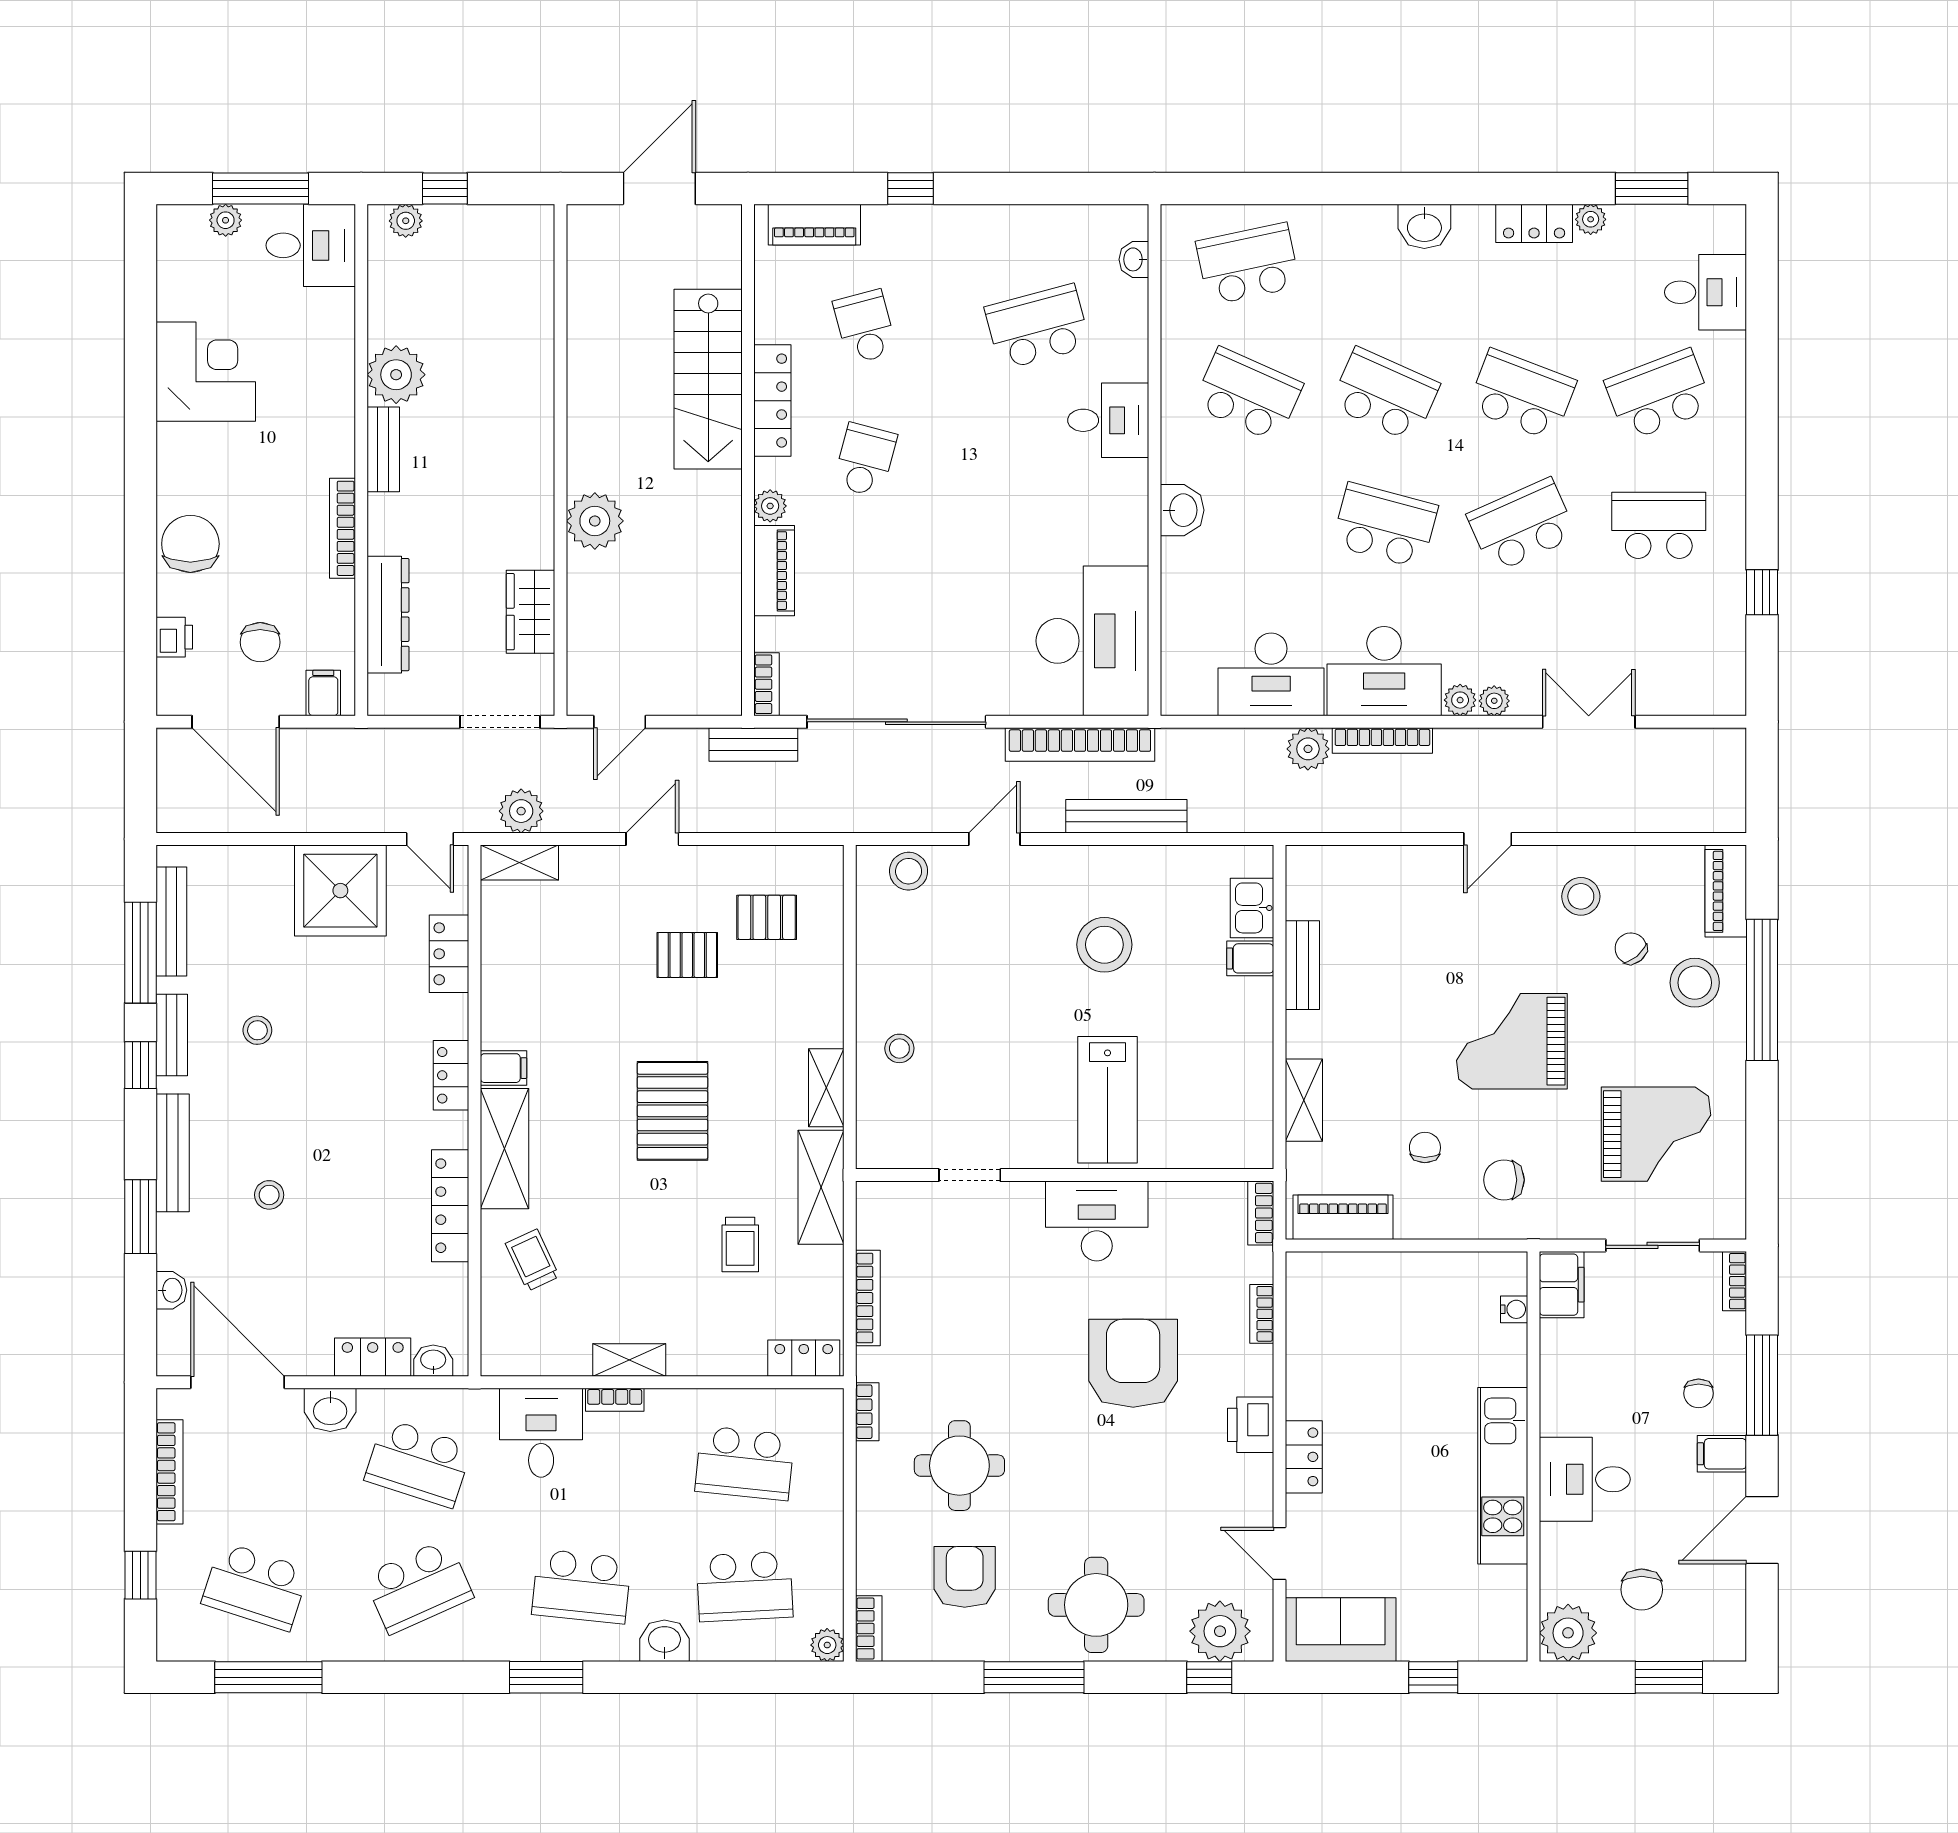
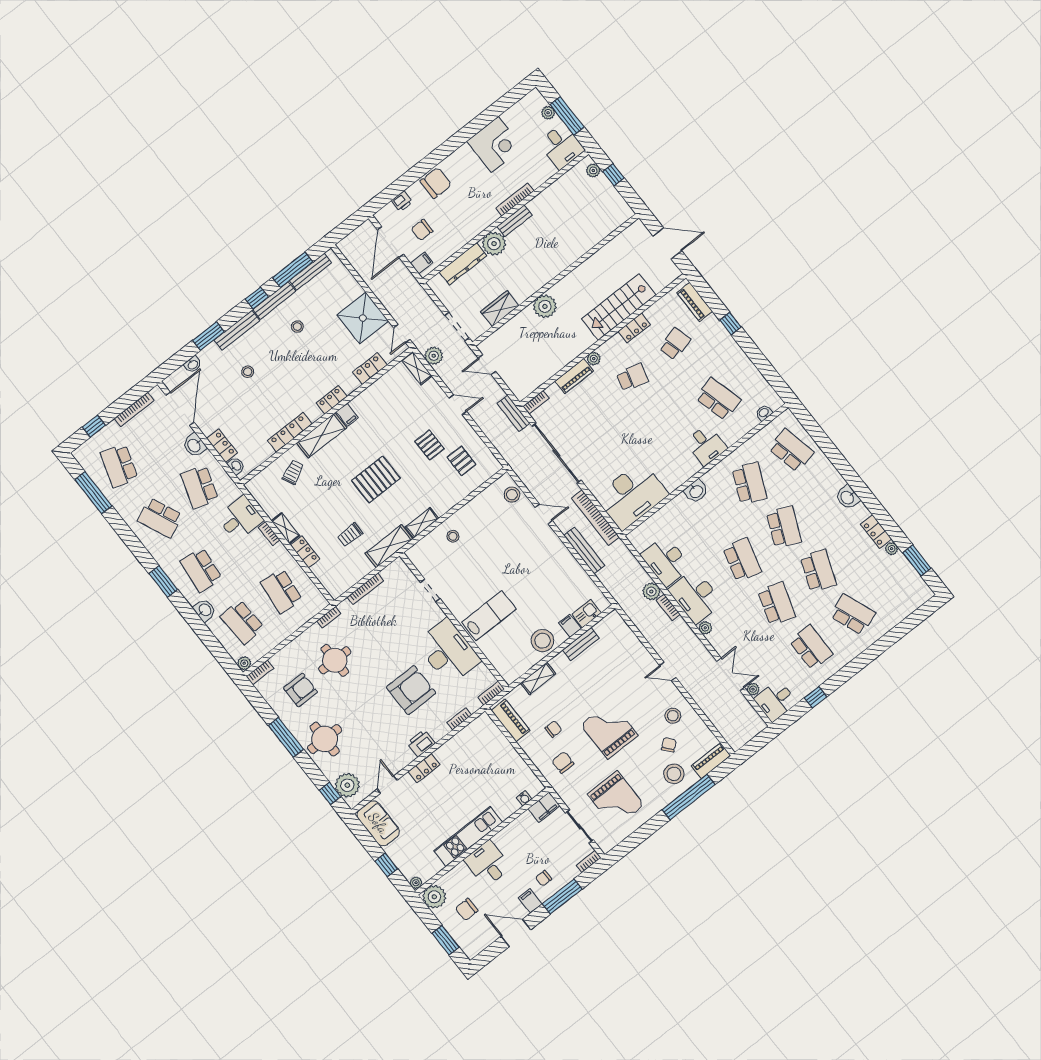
desk: (1706, 292) -> (775, 701), moved, turned 90
plant: (396, 375) -> (494, 244), moved
locker: (772, 401) -> (634, 328), width x0.66
school desk: (1522, 525) -> (777, 604), turned 42
bookcase: (342, 528) -> (515, 199), moved
plant: (1494, 701) -> (753, 689), moved
bookcase: (1382, 740) -> (668, 607), width x0.64
stool: (1104, 945) -> (542, 641), moved
bench: (172, 1035) -> (274, 300), width x1.36
lab bench: (1108, 1100) -> (489, 616), turned 180
desk: (1097, 1221) -> (448, 652), width x1.36, depth x1.30
locker: (804, 1358) -> (305, 552), moved
plant: (1513, 1647) -> (416, 883), added

